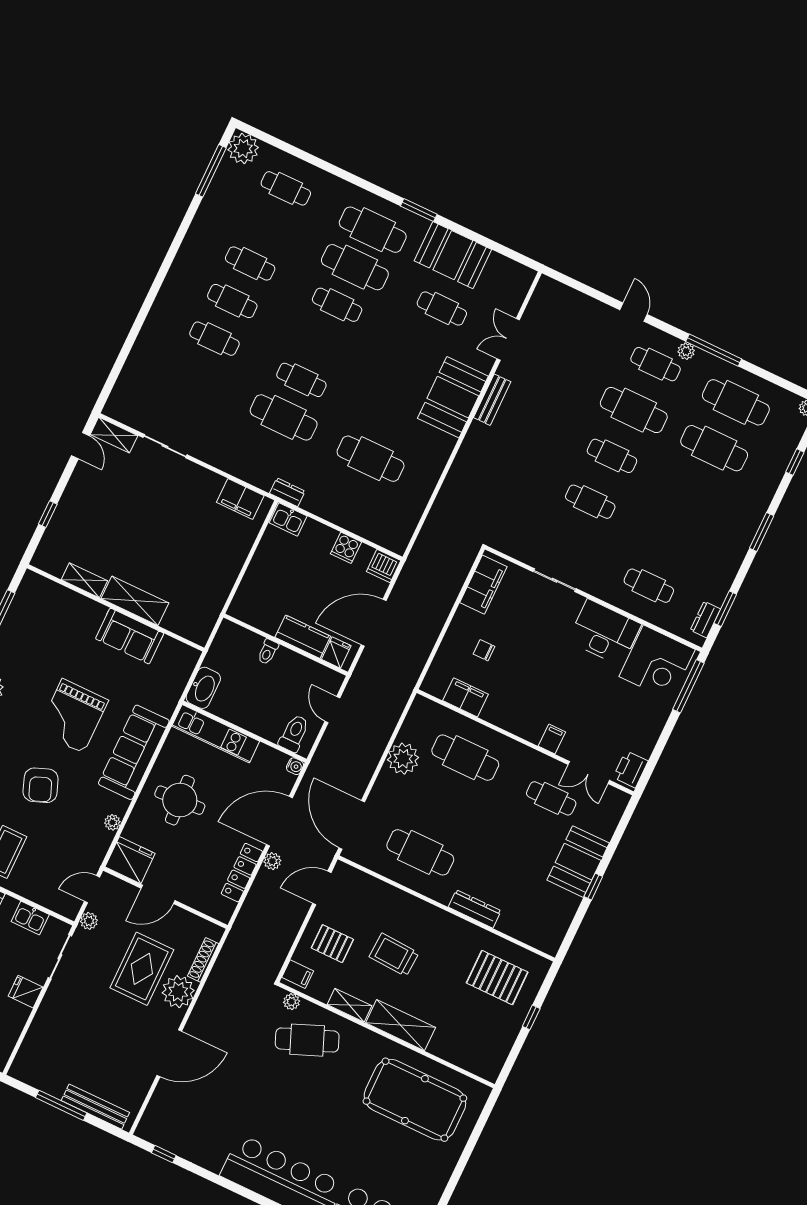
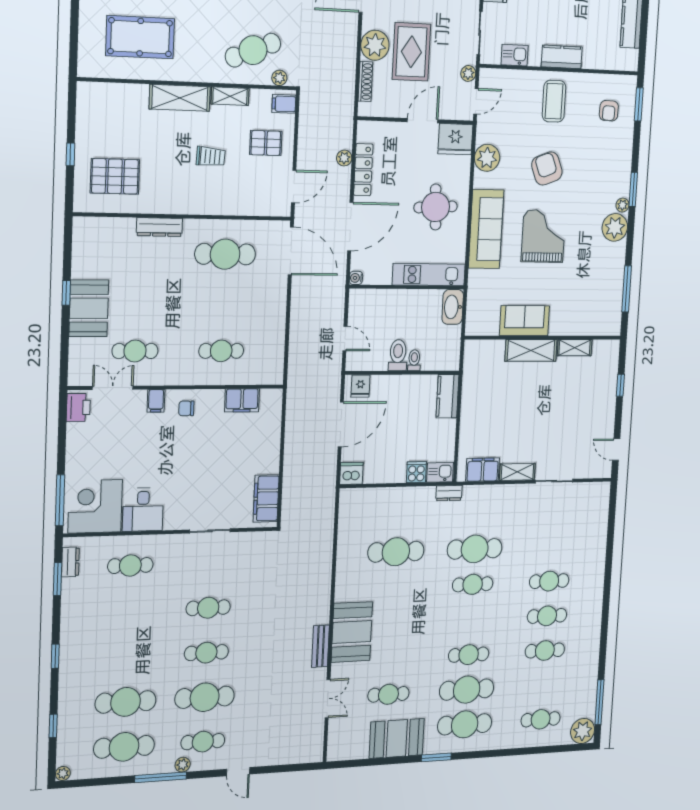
shelving: (114, 435) -> (517, 472), moved
window: (762, 532) -> (55, 656), width x0.67
cooker: (346, 548) -> (416, 472), moved
desk: (604, 633) -> (143, 510), width x0.73
kitchen counter: (303, 637) -> (448, 396), moved, turned 90
chair: (484, 650) -> (186, 408), moved, turned 180
toilet: (294, 733) -> (398, 355), moved, turned 180
cafe table: (465, 758) -> (221, 351), width x0.73, depth x0.74
plant: (403, 759) -> (272, 326), removed
plant: (112, 822) -> (487, 158), width x1.88, depth x1.88
plant: (272, 861) -> (344, 158), moved
trolley: (394, 955) -> (211, 157), width x0.73, depth x0.72
pool table: (415, 1100) -> (140, 37), width x0.73, depth x0.76

